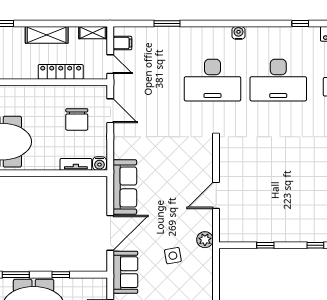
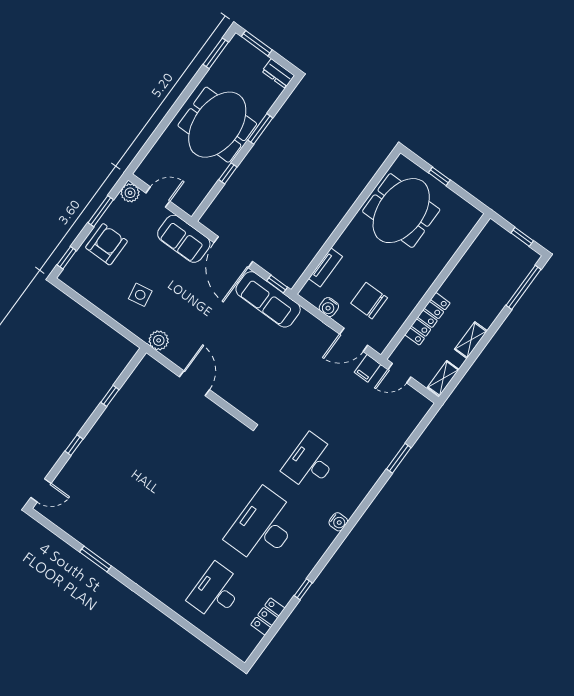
shelving: (47, 35) -> (471, 340), width x0.67, depth x0.75
filing cabinet: (122, 43) -> (368, 368), moved
desk: (213, 80) -> (310, 462), width x0.73, depth x0.77
water cooler: (100, 164) -> (329, 307), moved, turned -90
window: (110, 188) -> (277, 284), added
side table: (173, 256) -> (140, 295), moved

